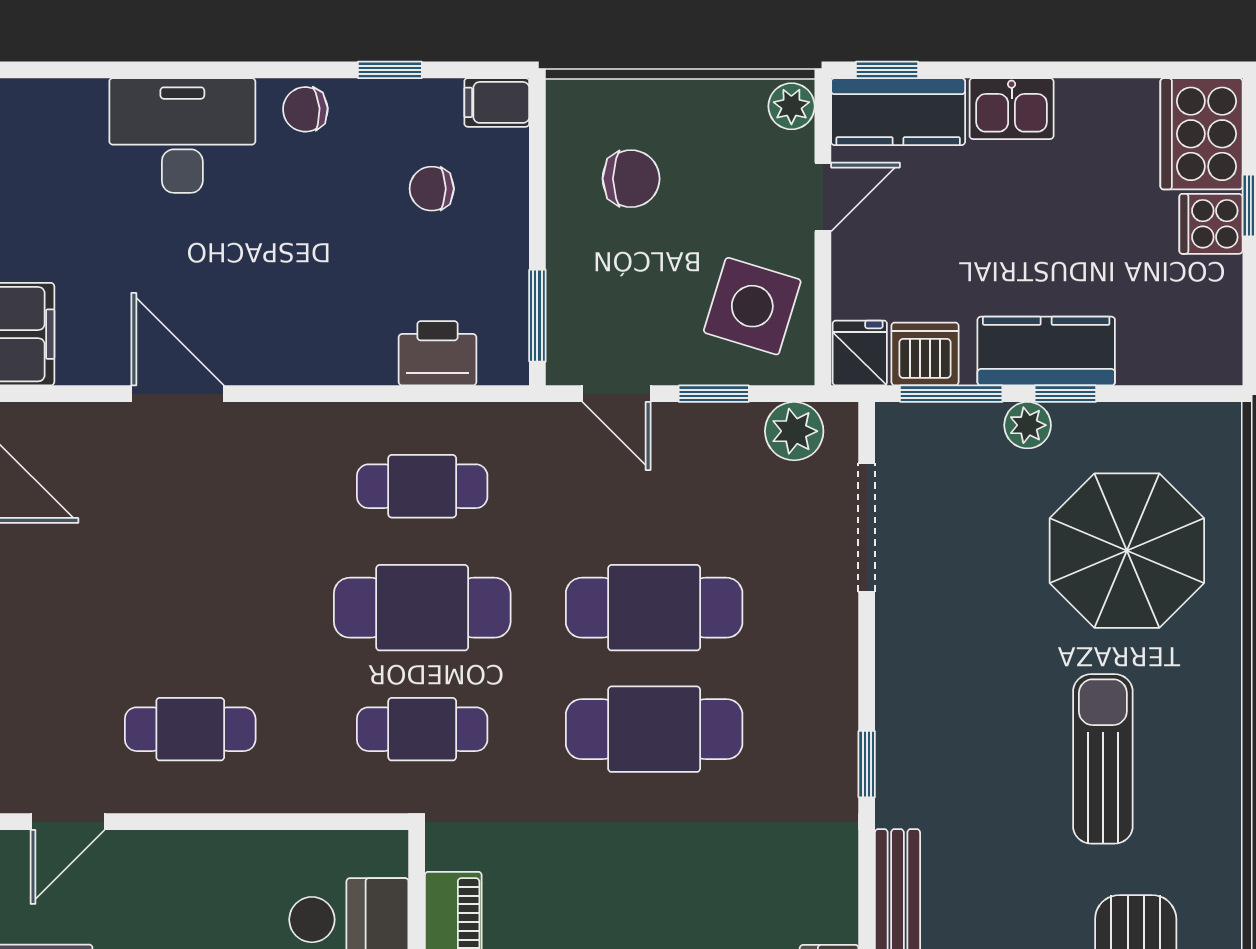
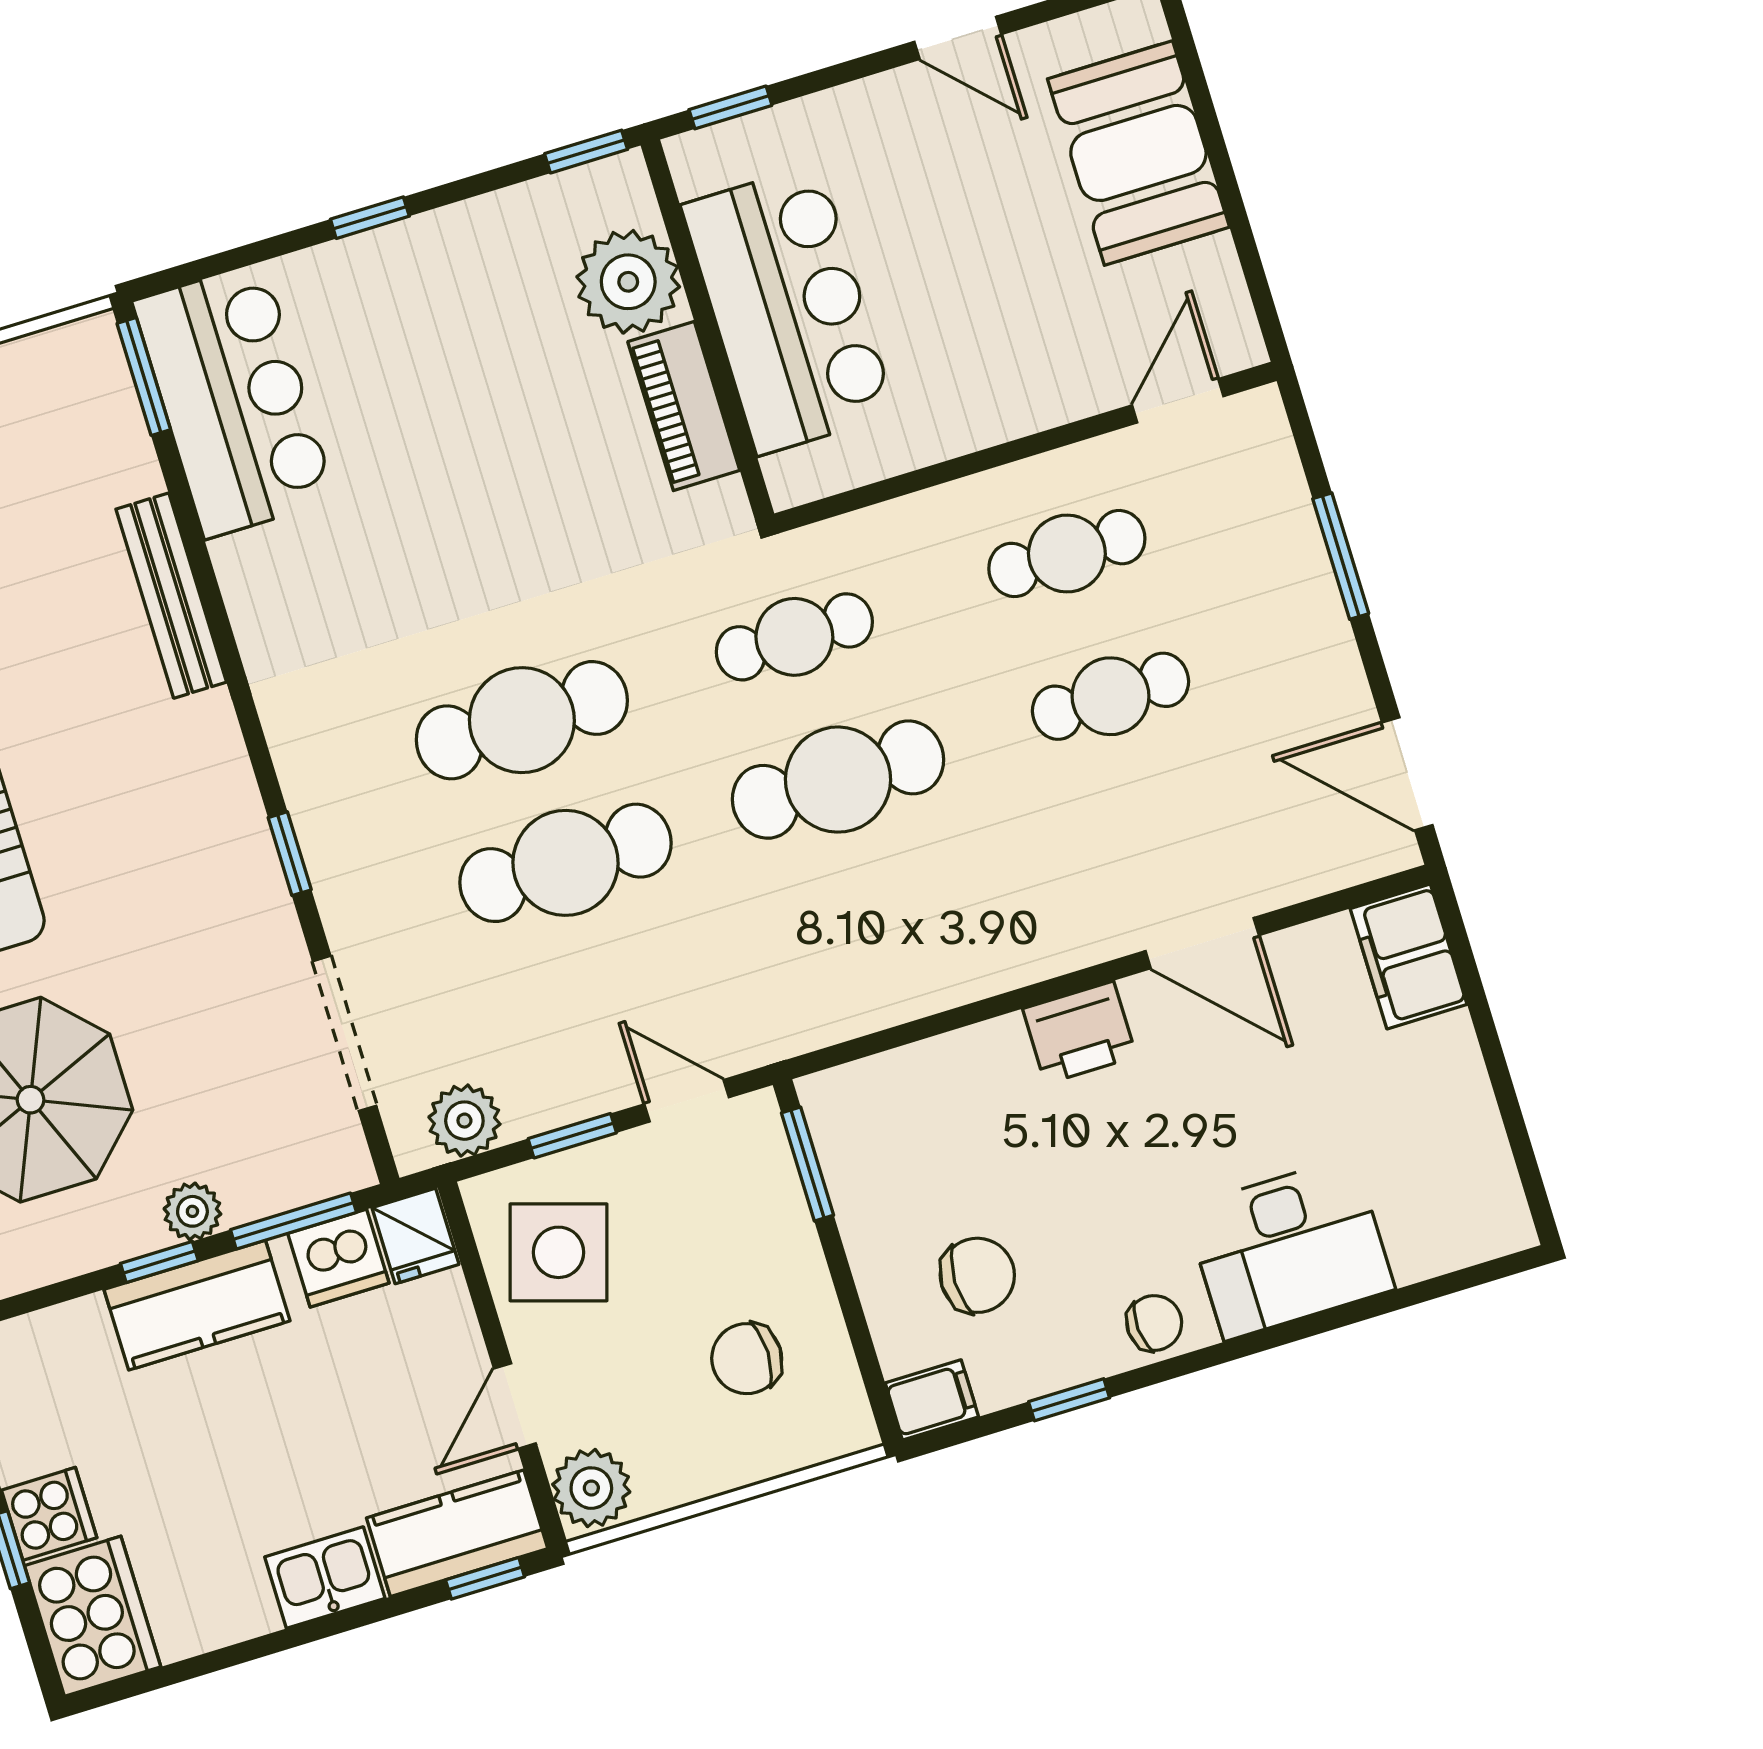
plant: (791, 106) -> (591, 1488), width x1.38, depth x1.38
chair: (432, 189) -> (977, 1275), width x1.37, depth x1.37
printer: (438, 353) -> (1080, 1033), moved
cafe table: (422, 486) -> (1111, 696), moved
window: (867, 764) -> (290, 854), moved

